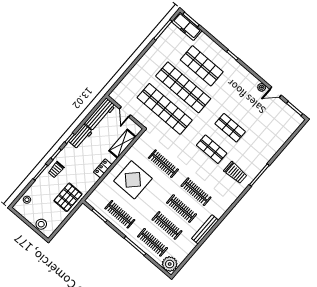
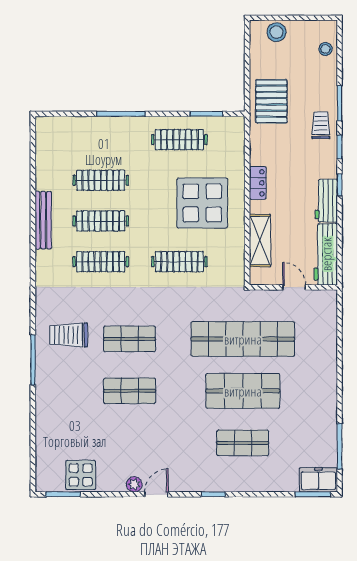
freezer: (187, 26) -> (318, 480), width x0.71
shop shelf: (202, 66) -> (243, 443), width x0.70, depth x0.74
shop shelf: (183, 87) -> (243, 391), width x0.71
door: (276, 92) -> (156, 494), moved
display table: (280, 110) -> (81, 475), added
clothes rail: (152, 242) -> (101, 140), removed
plant: (170, 264) -> (51, 130), removed

